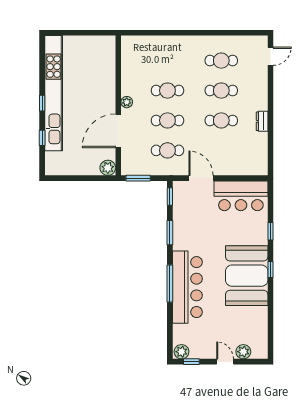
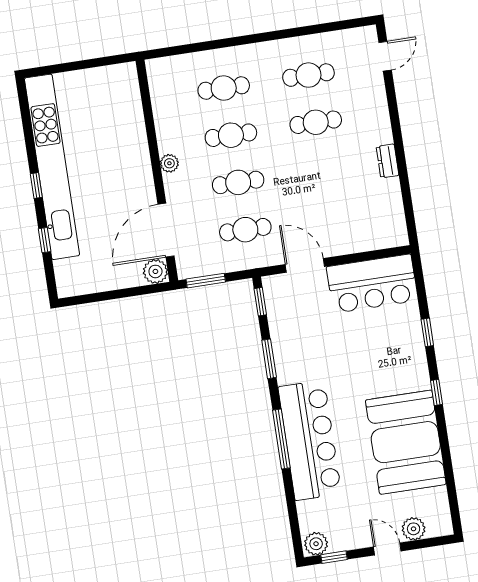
cafe table: (221, 120) -> (224, 88), moved
door: (118, 131) -> (166, 230), moved
booth: (247, 276) -> (406, 442), moved

